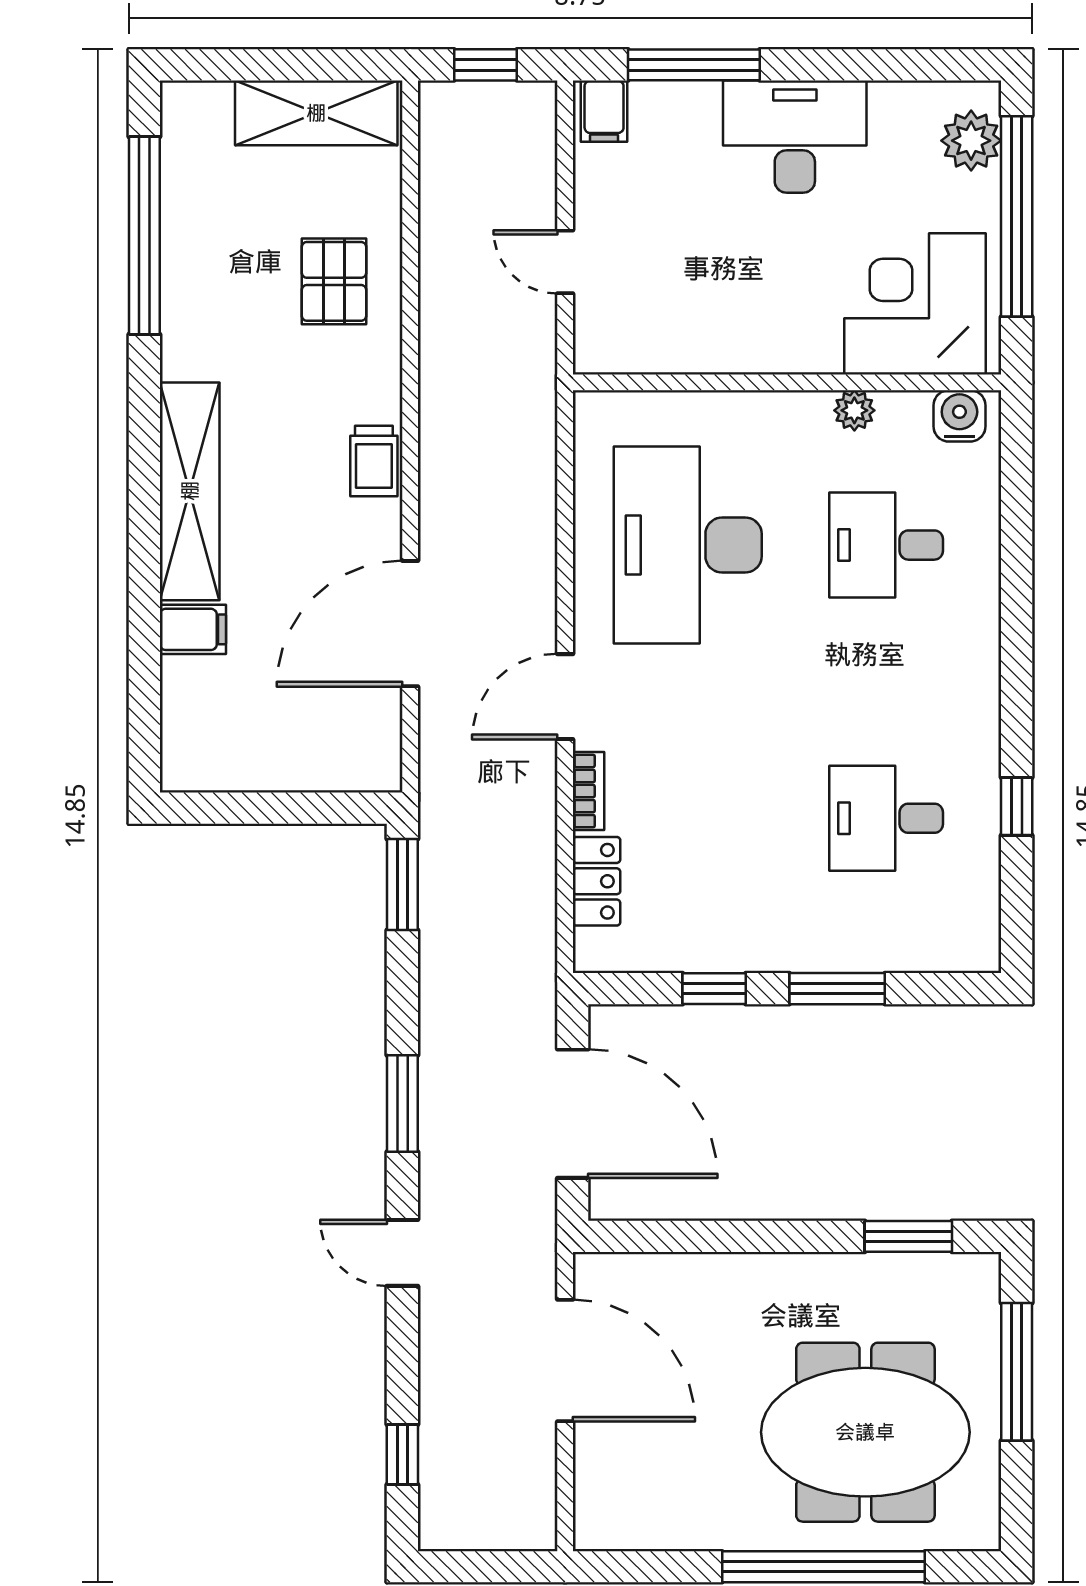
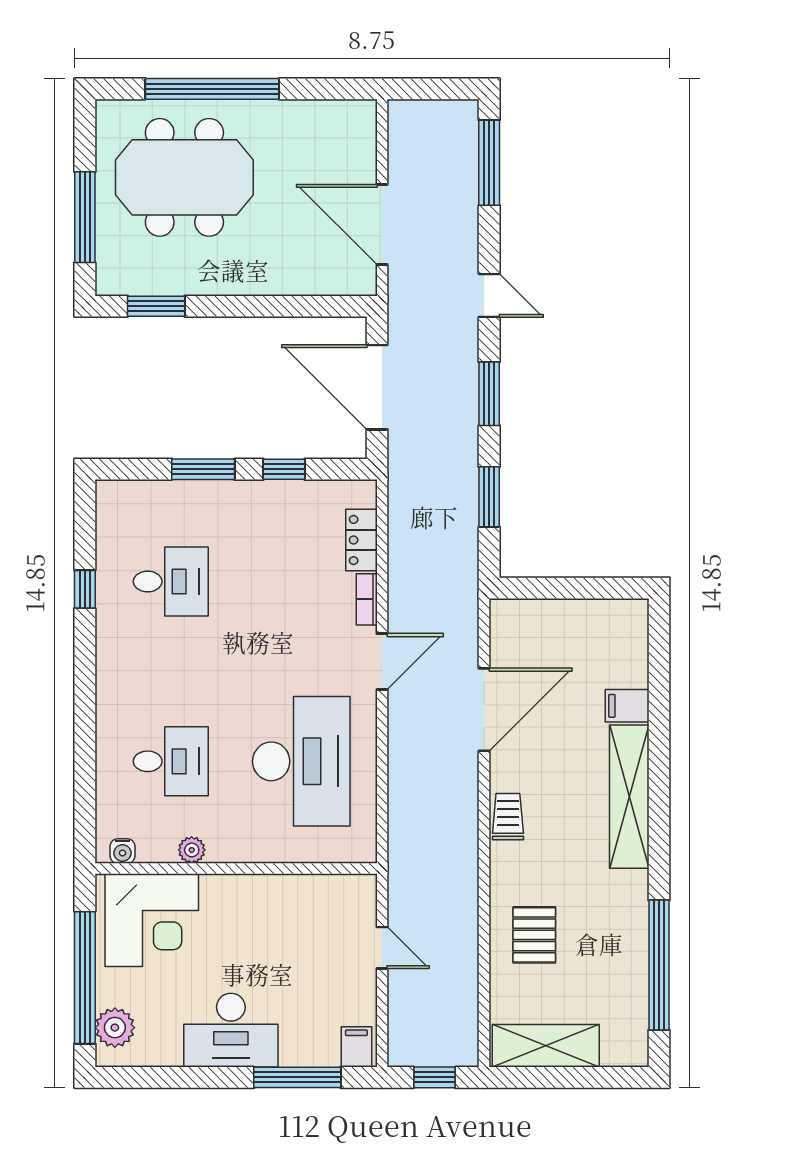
water cooler: (959, 416) -> (123, 851), width x0.72, depth x0.72
window: (402, 884) -> (489, 497), moved
window: (402, 1455) -> (489, 163), width x2.17

